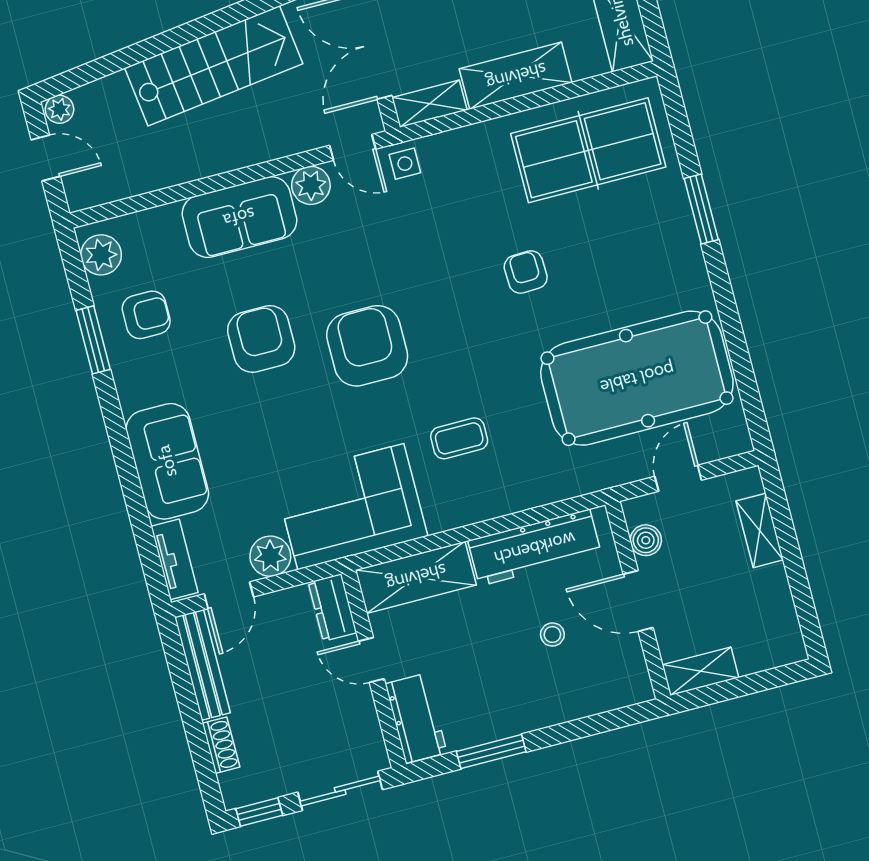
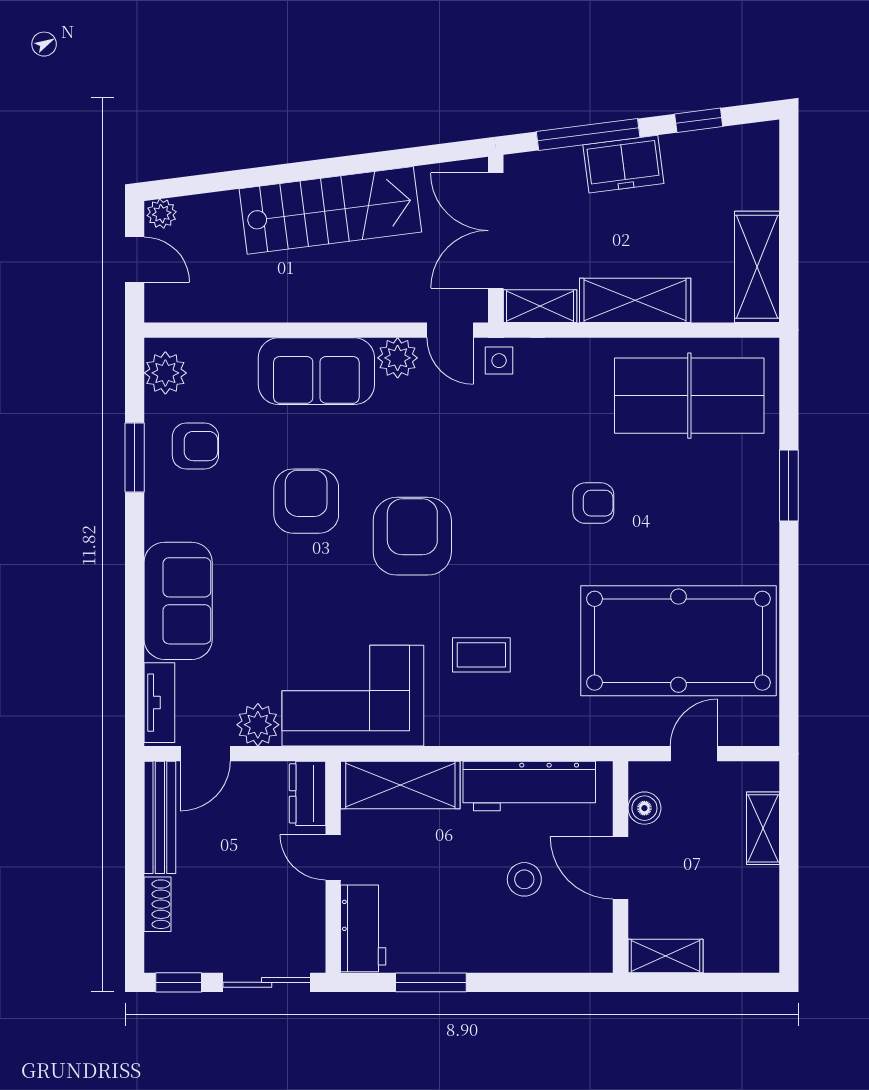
armchair: (526, 272) -> (593, 503), turned 92
stool: (552, 635) -> (524, 879), width x1.37, depth x1.37

